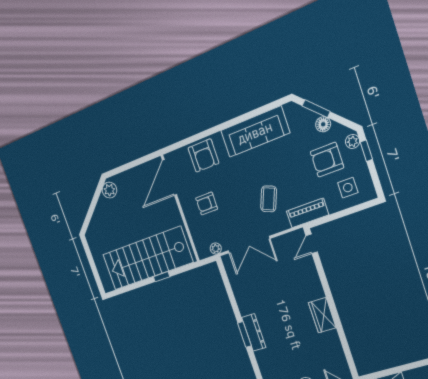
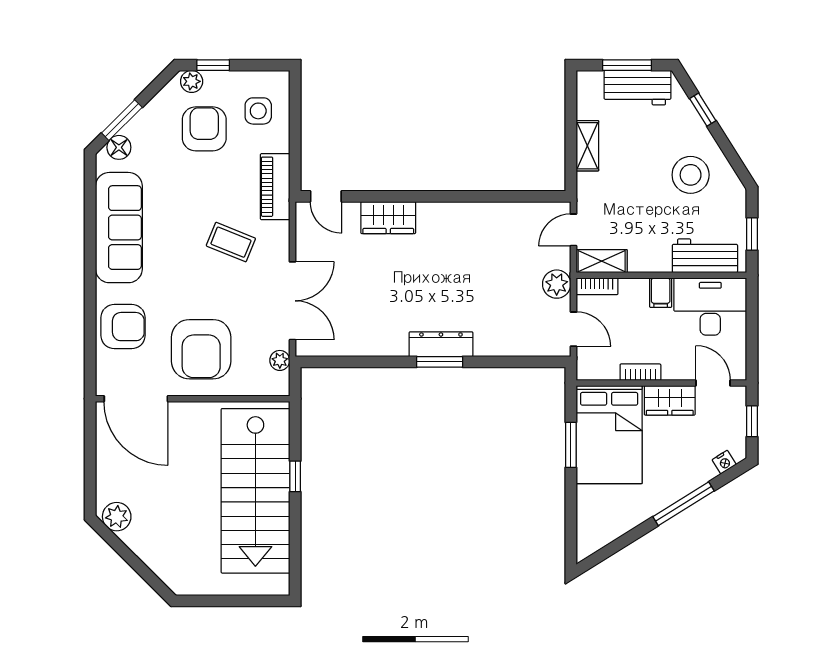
floor lamp: (323, 124) -> (119, 147), moved
armchair: (327, 160) -> (204, 129), turned 180
armchair: (207, 203) -> (201, 349), width x1.88, depth x1.88
wardrobe: (322, 315) -> (388, 218), moved

